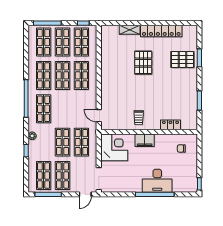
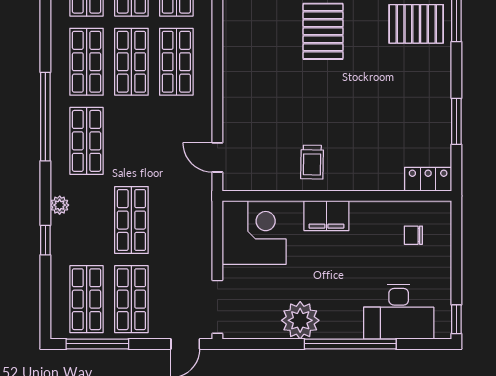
locker: (170, 125) -> (428, 179), moved
shop shelf: (81, 142) -> (176, 220), removed
desk: (157, 181) -> (399, 312), moved
plant: (134, 184) -> (300, 320), added

